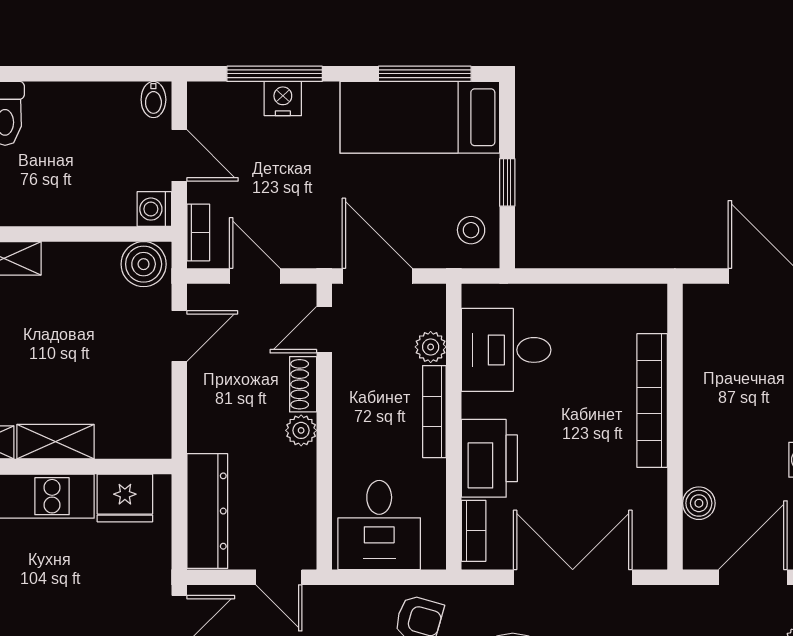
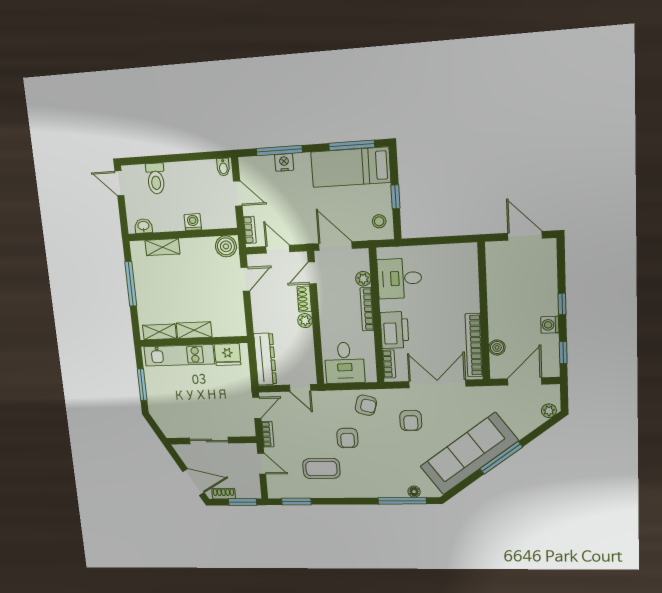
washing machine: (154, 209) -> (193, 222), moved, turned 90
bookcase: (652, 401) -> (474, 345), moved

